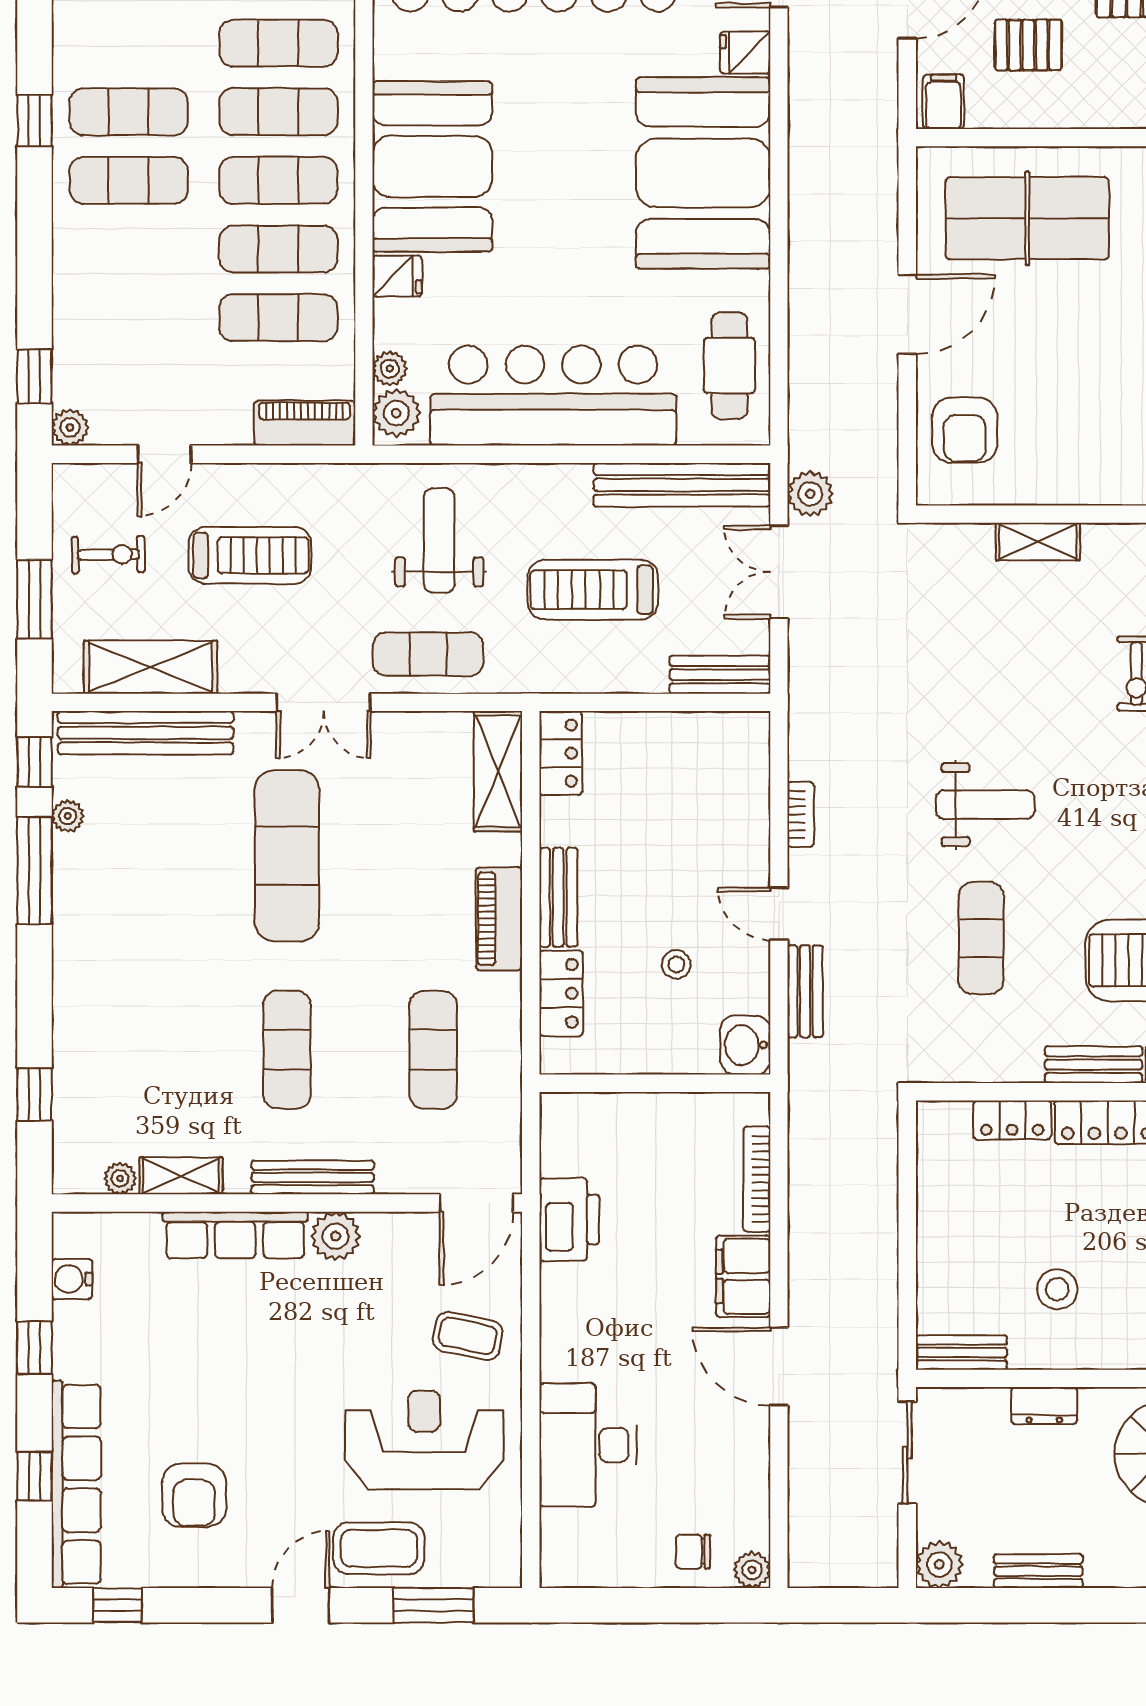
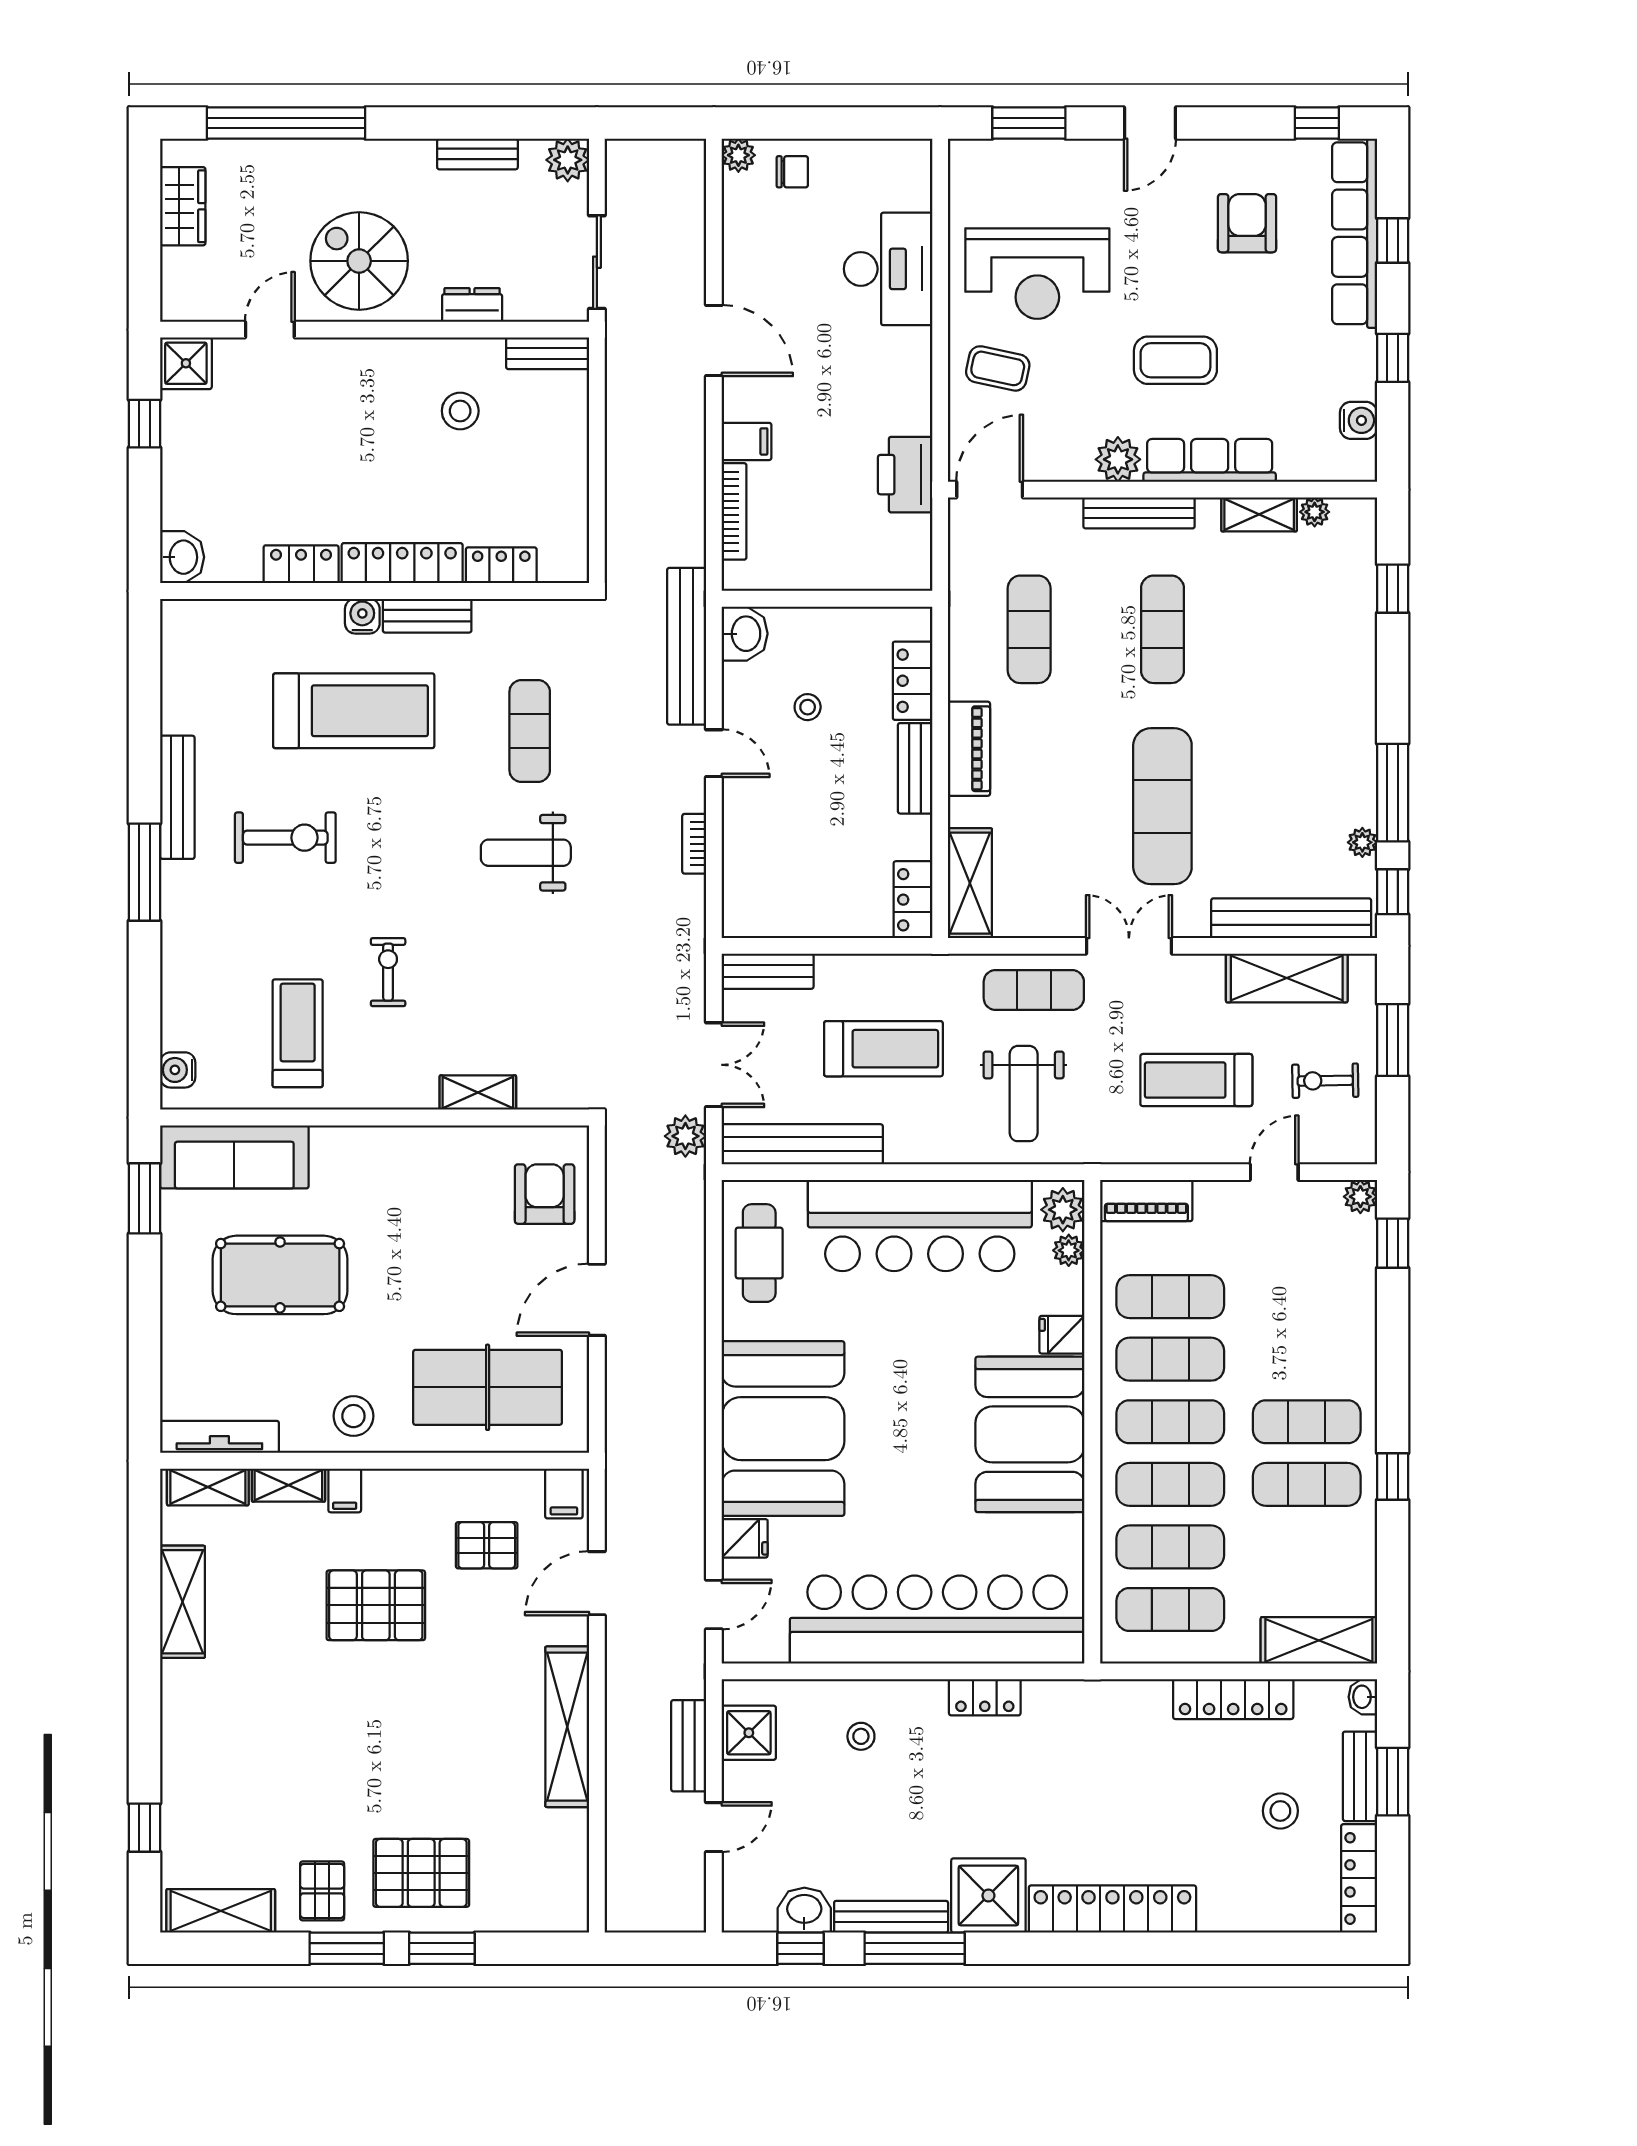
bench: (805, 991) -> (687, 646), width x1.86, depth x1.21
filing cabinet: (743, 1276) -> (747, 441), width x0.50
coffee table: (379, 1548) -> (1175, 360), moved

